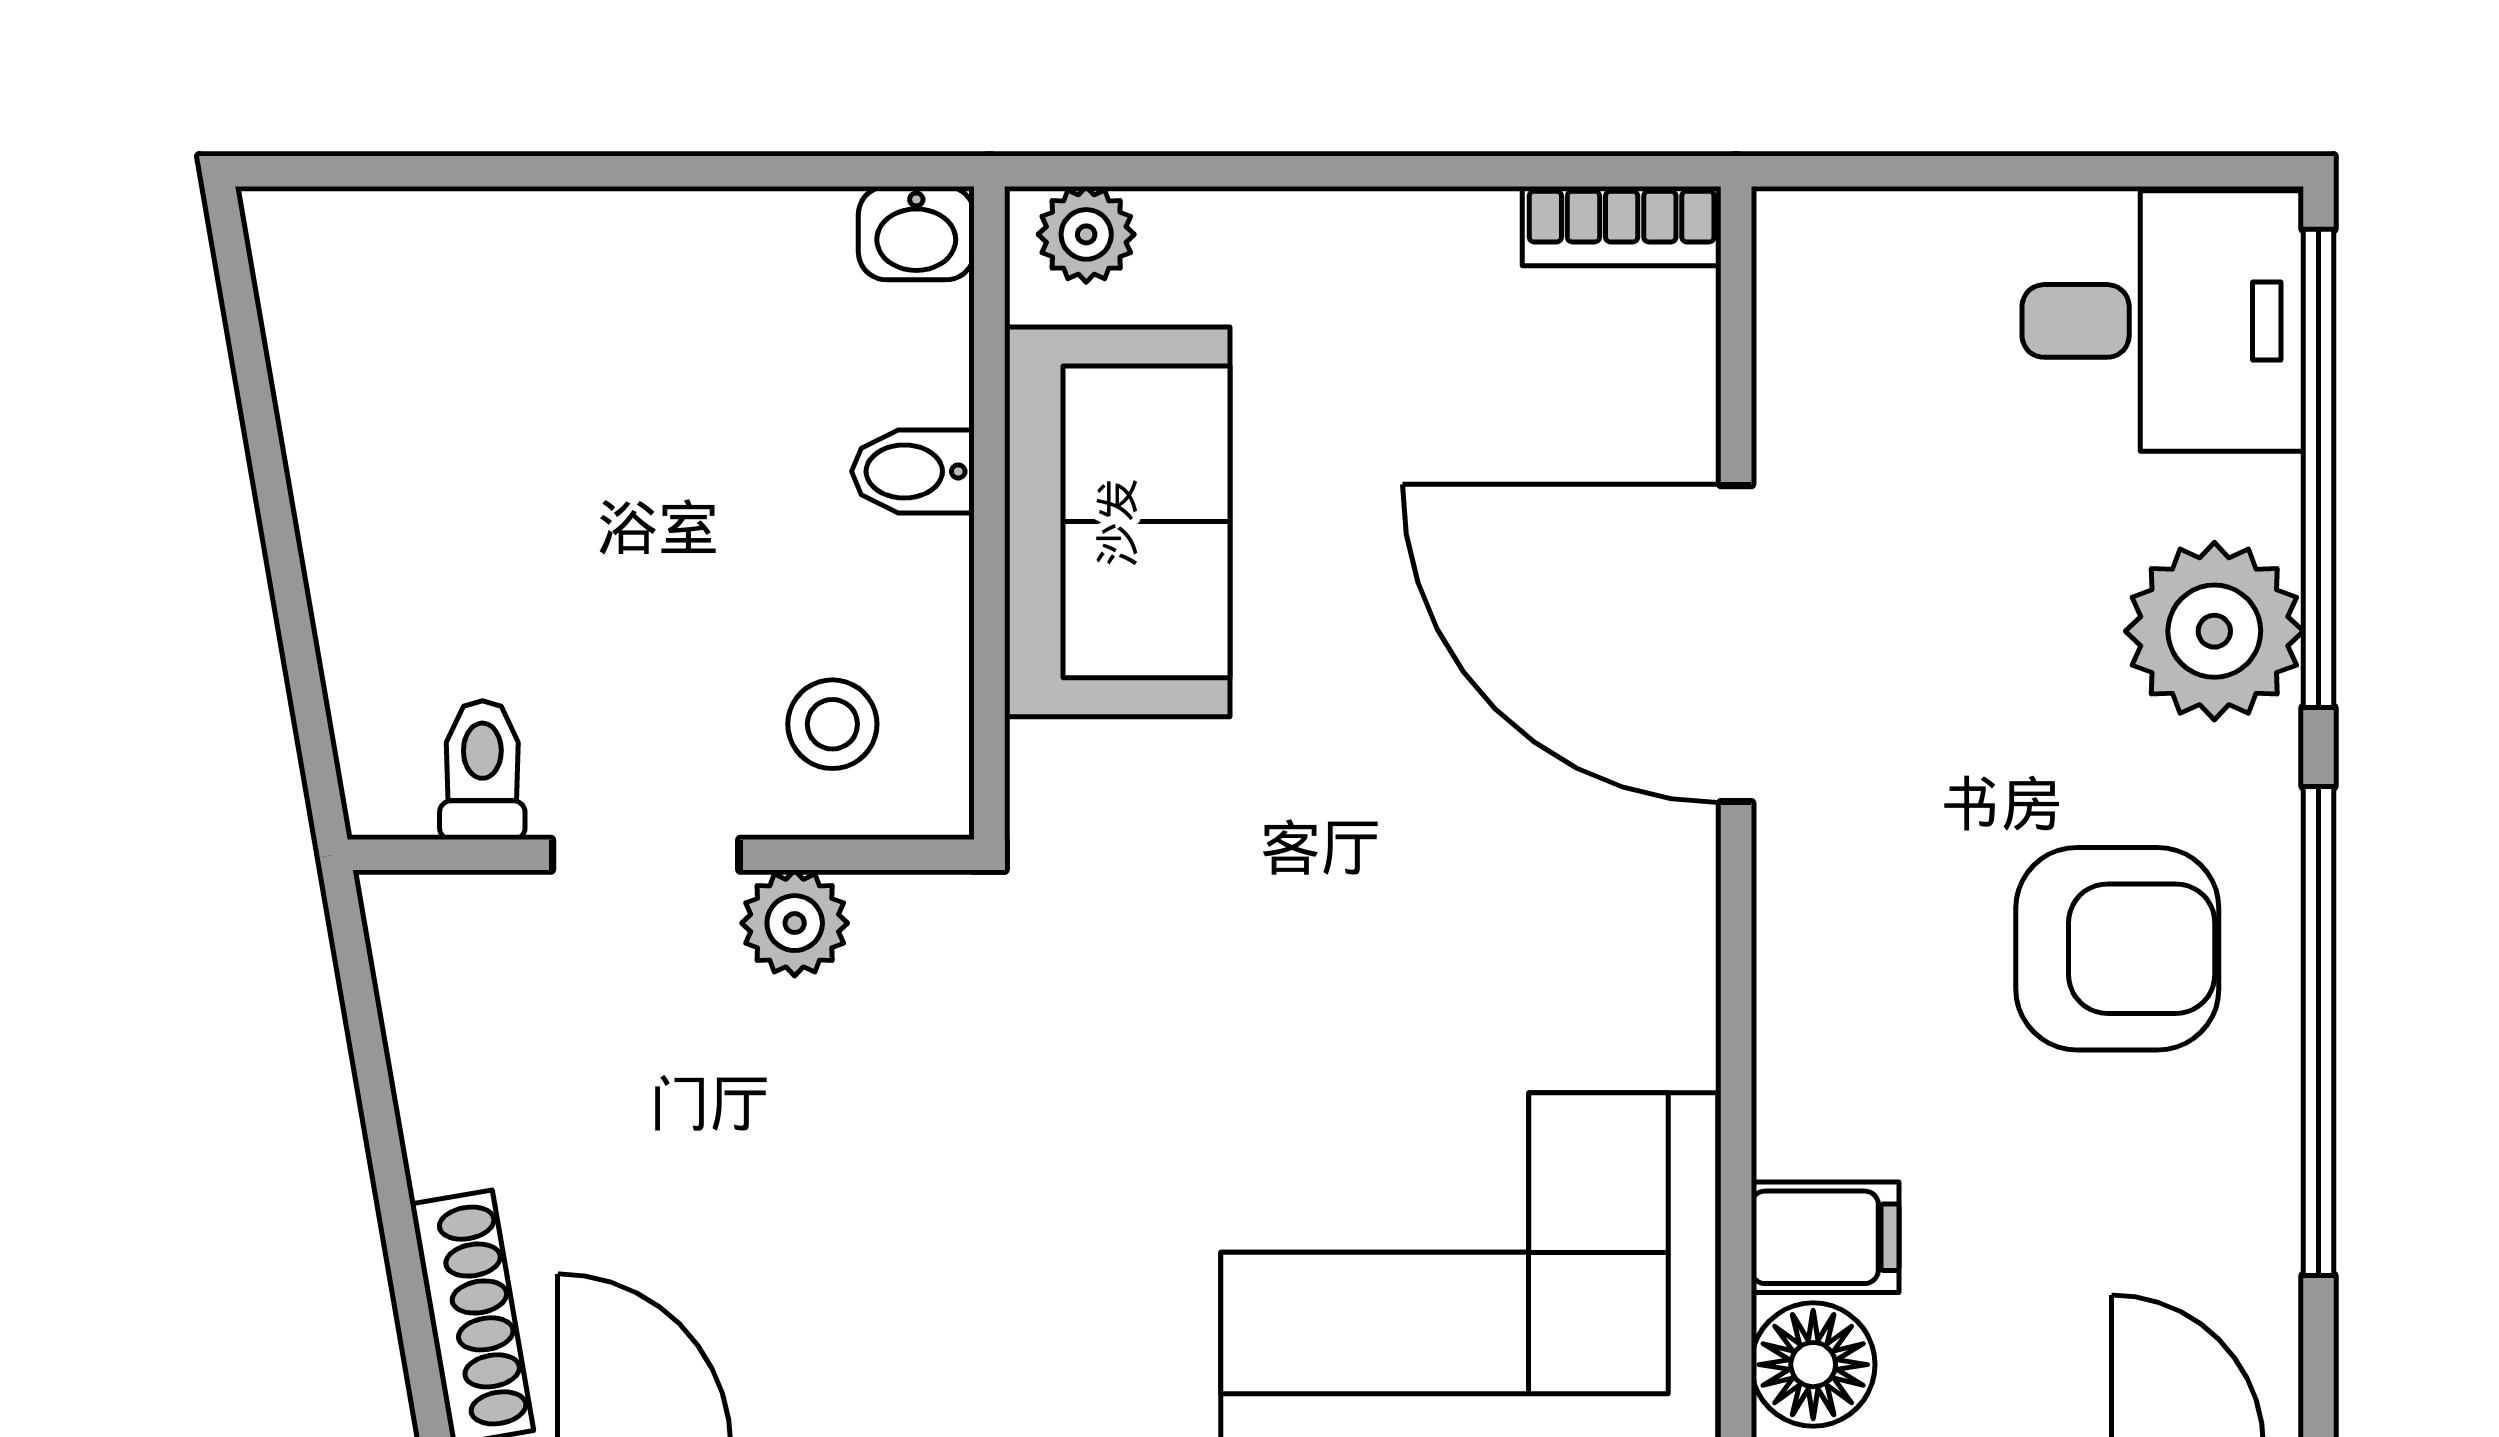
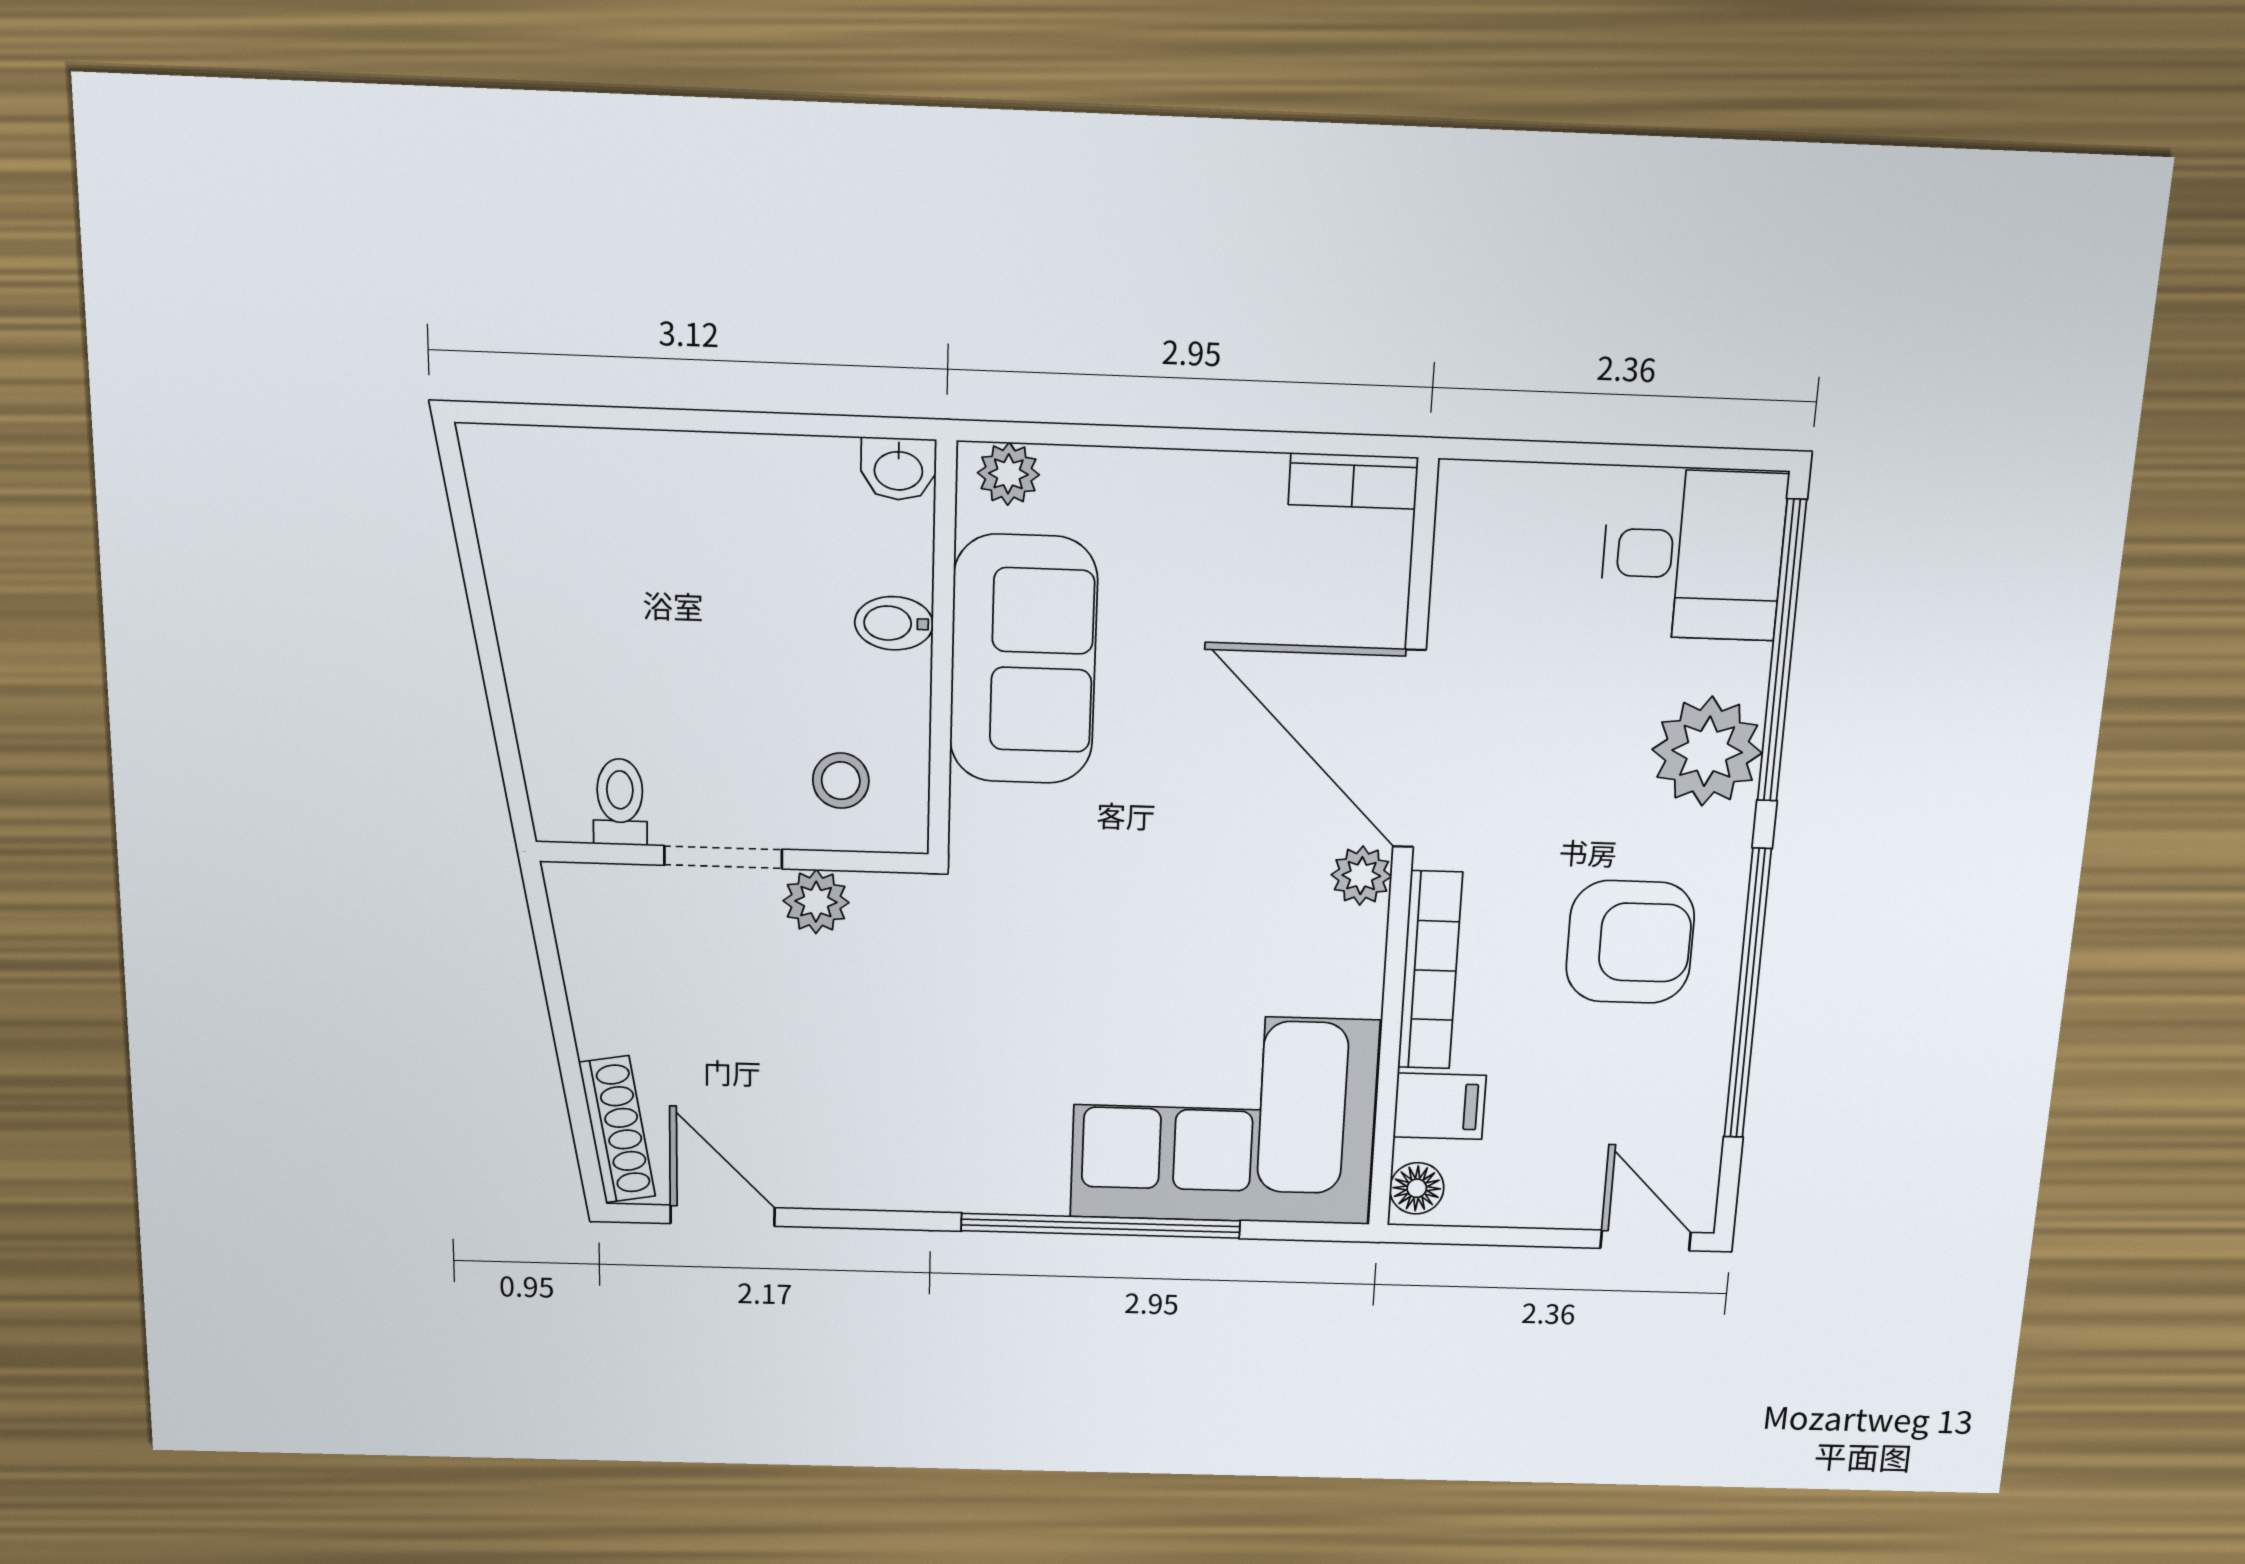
plant: (1672, 852) -> (1361, 876), added
bookcase: (1794, 1006) -> (1430, 970), added
floor lamp: (1813, 1365) -> (1417, 1188), width x0.73, depth x0.73

